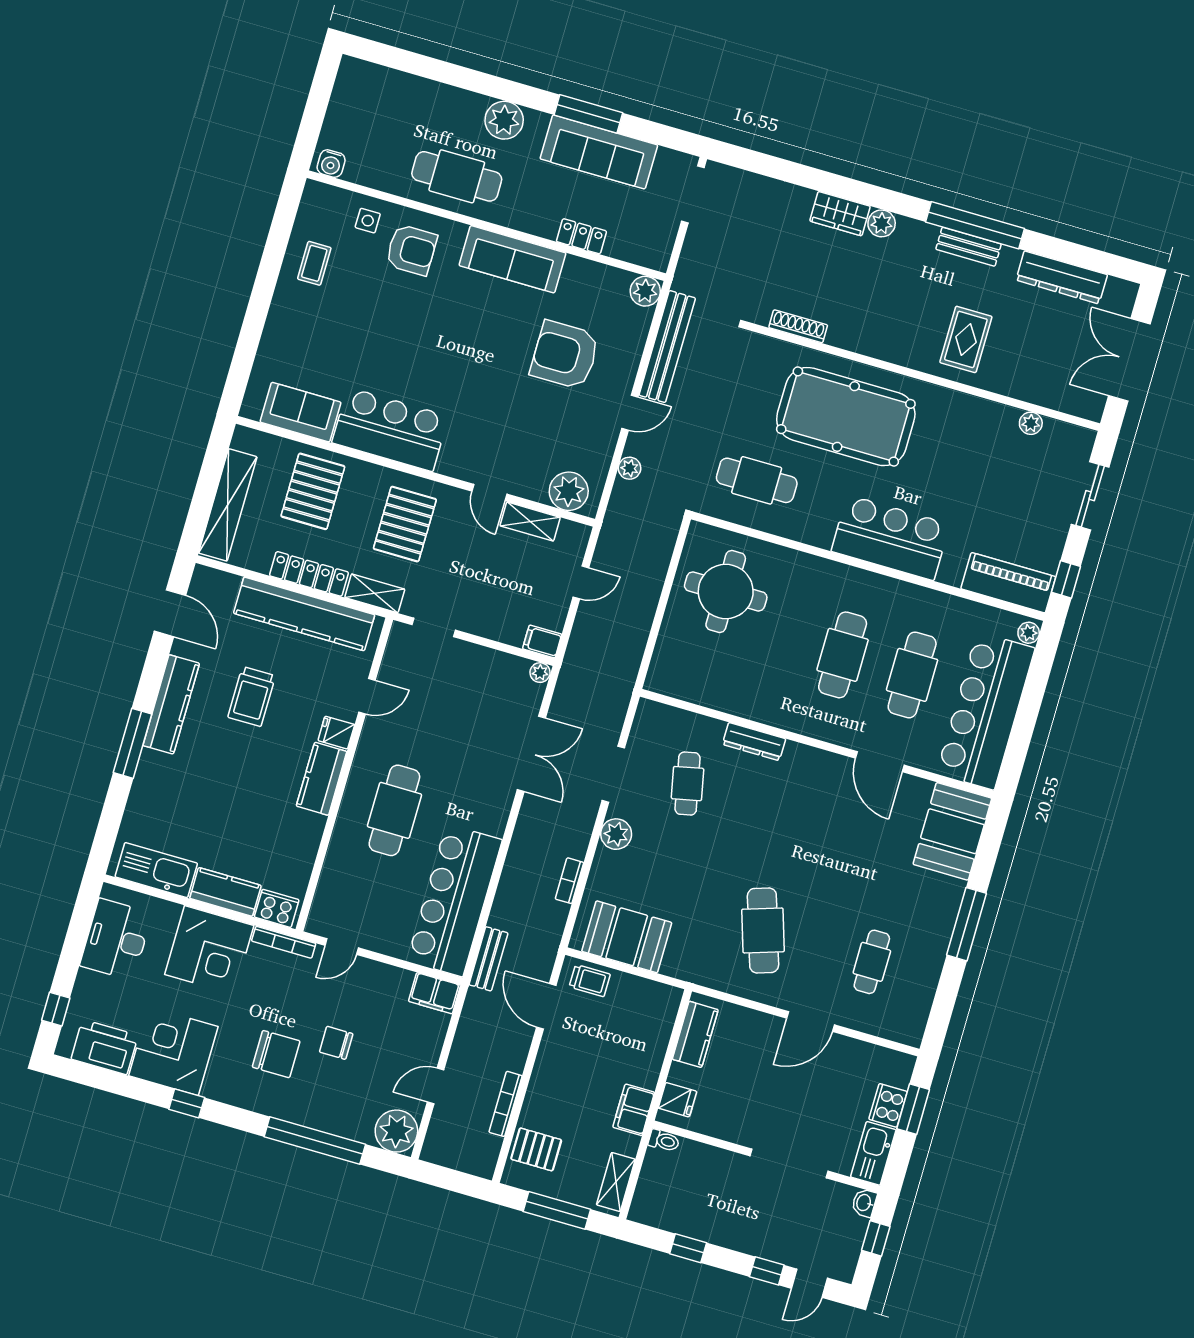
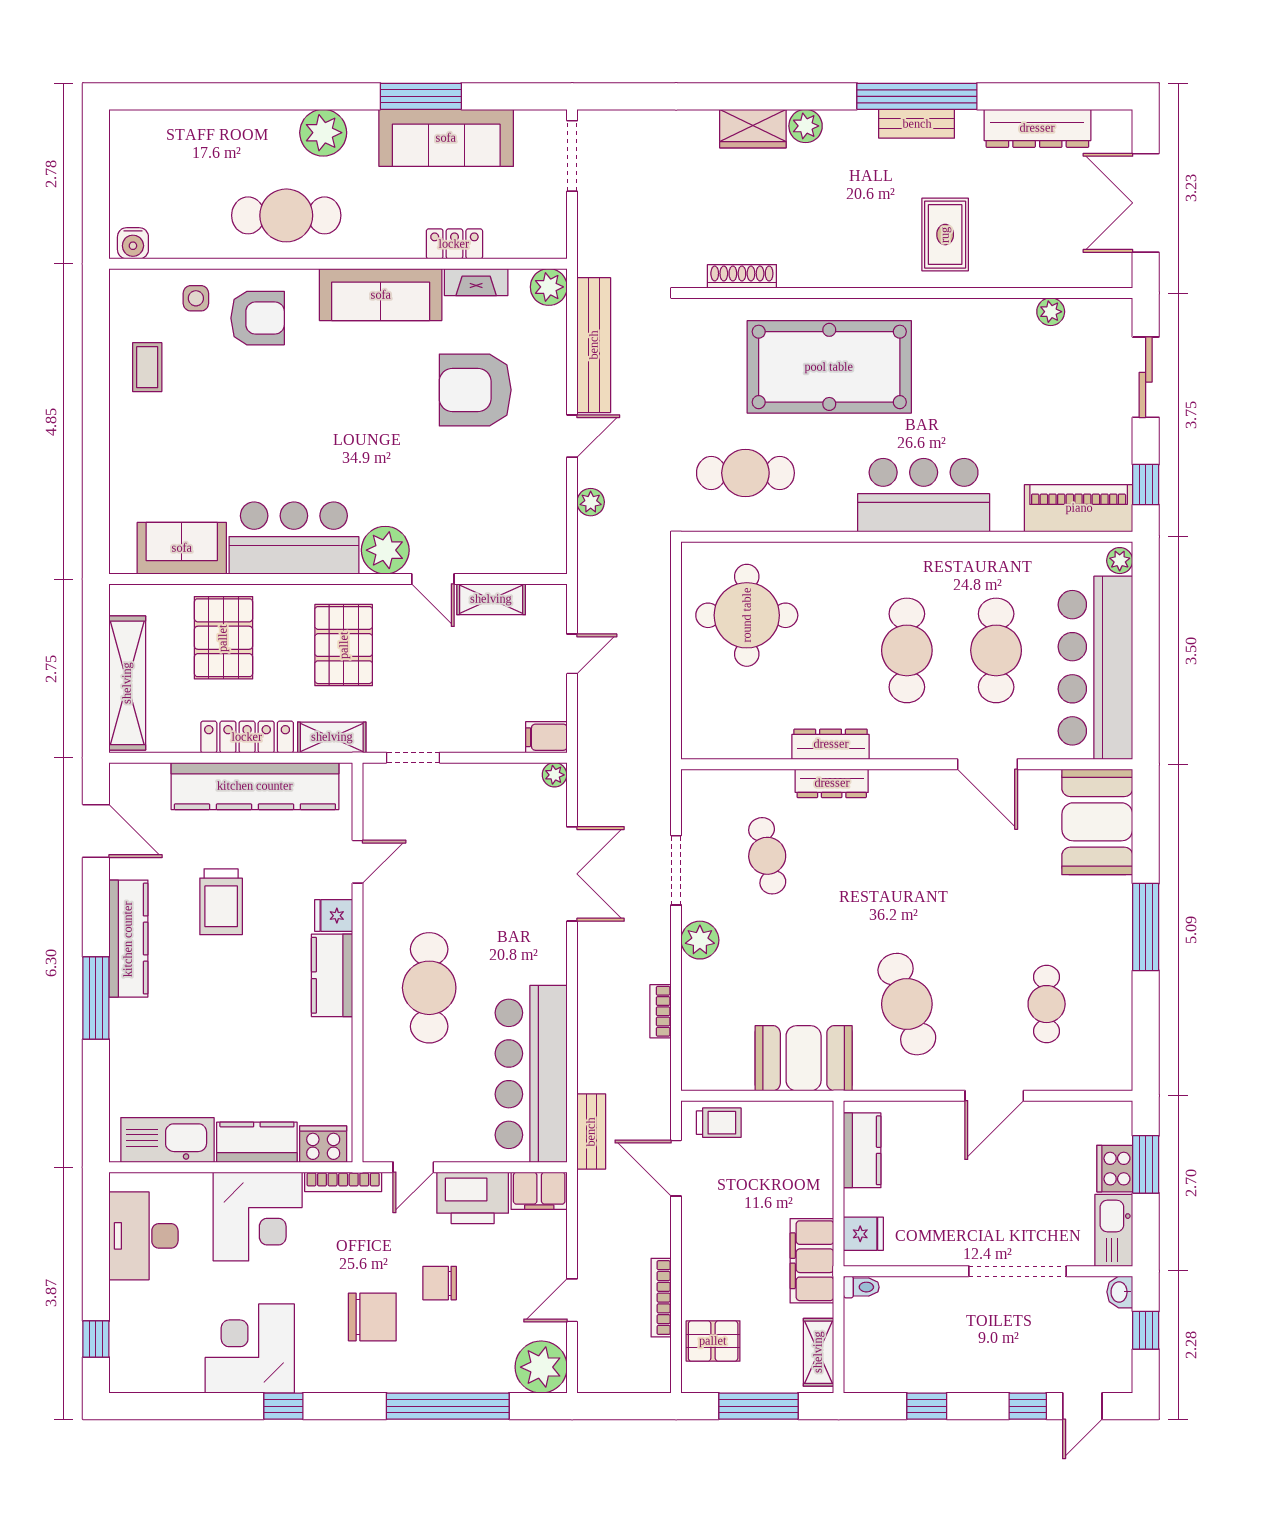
fireplace: (590, 271) -> (476, 282), added
plant: (569, 491) -> (385, 550), moved
dresser: (762, 711) -> (831, 744), added
booth: (627, 937) -> (804, 1058), moved
printer: (105, 1047) -> (473, 1198), moved, turned 180
filing cabinet: (634, 1110) -> (812, 1261), width x1.50, depth x1.17

